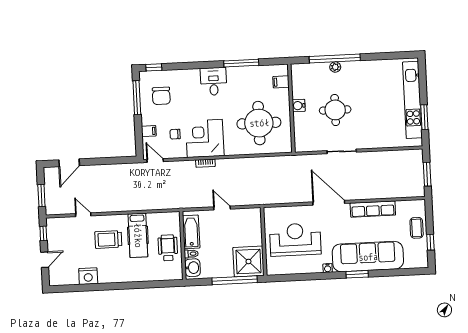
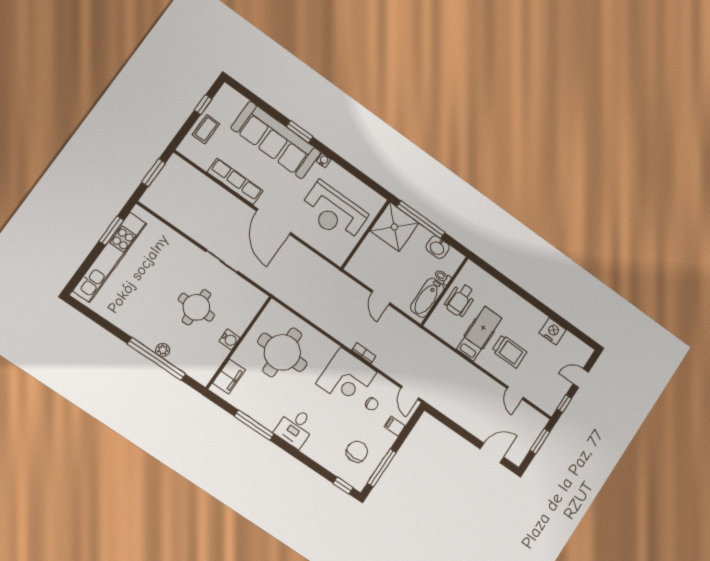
filing cabinet: (281, 82) -> (229, 376), width x2.00
washbasin: (193, 268) -> (438, 247), moved, turned -90

